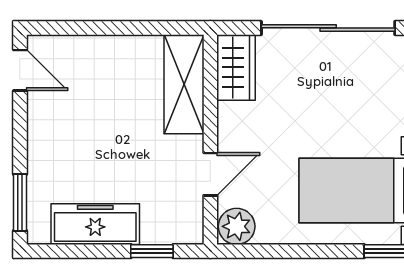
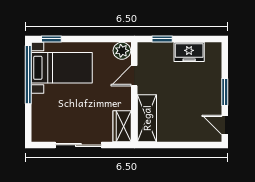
sliding door: (328, 28) -> (78, 145), width x0.73
window: (20, 202) -> (225, 92), moved
freezer: (95, 224) -> (189, 52), width x0.71

